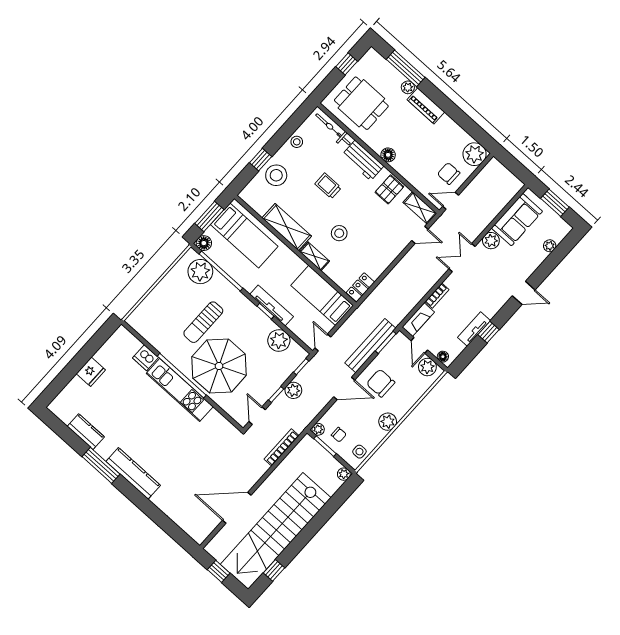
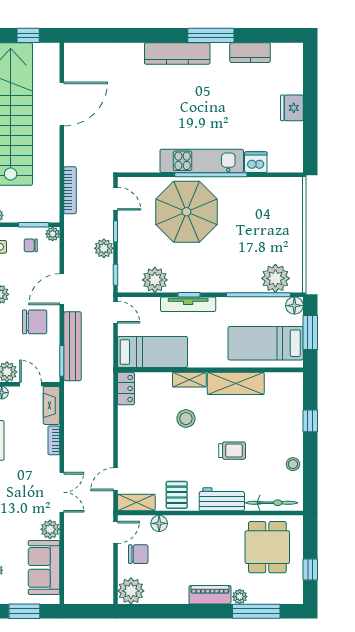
dining table: (361, 103) -> (267, 547), turned 90
floor lamp: (388, 155) -> (159, 523), moved
stool: (276, 175) -> (285, 420), removed
sun lounger: (203, 322) -> (234, 237), removed

